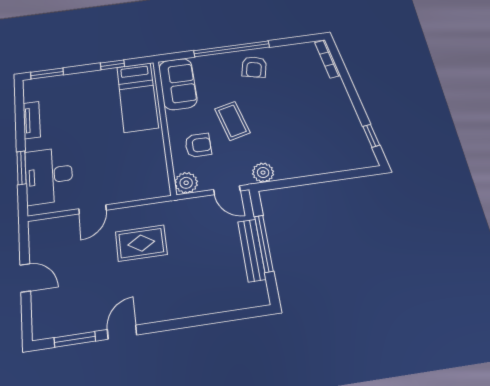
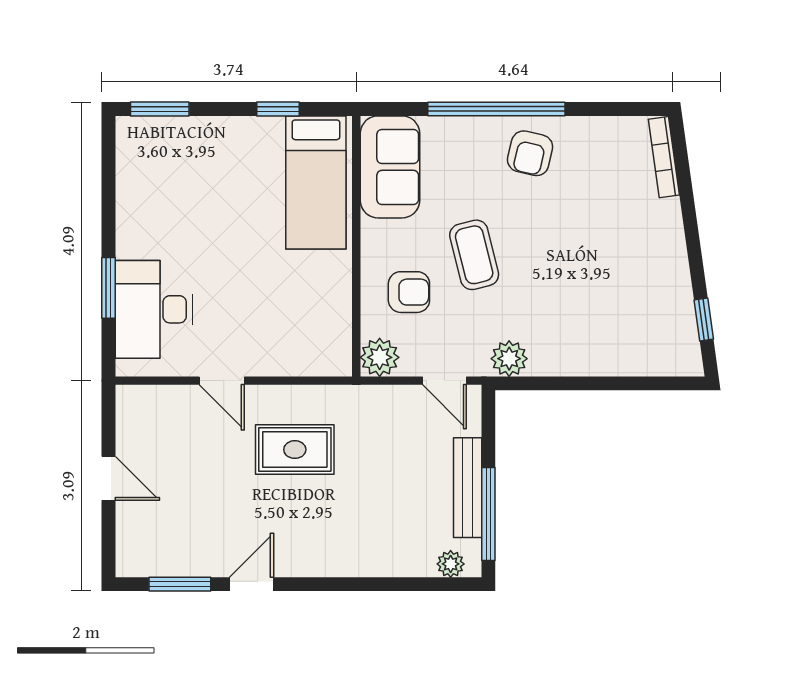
tv unit: (32, 120) -> (129, 200), removed
door: (93, 209) -> (222, 381), hinge flipped
window: (264, 244) -> (488, 514), moved
plant: (250, 299) -> (451, 564), added

